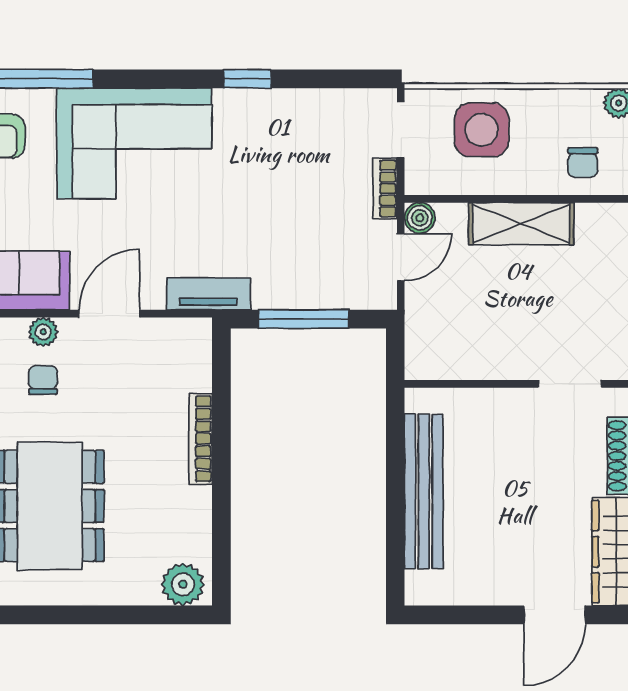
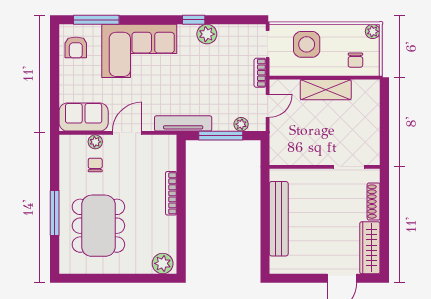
plant: (275, 108) -> (207, 34), added
boiler: (420, 218) -> (277, 87), removed
tv unit: (208, 294) -> (183, 123), width x1.41
plant: (346, 295) -> (241, 124), added

